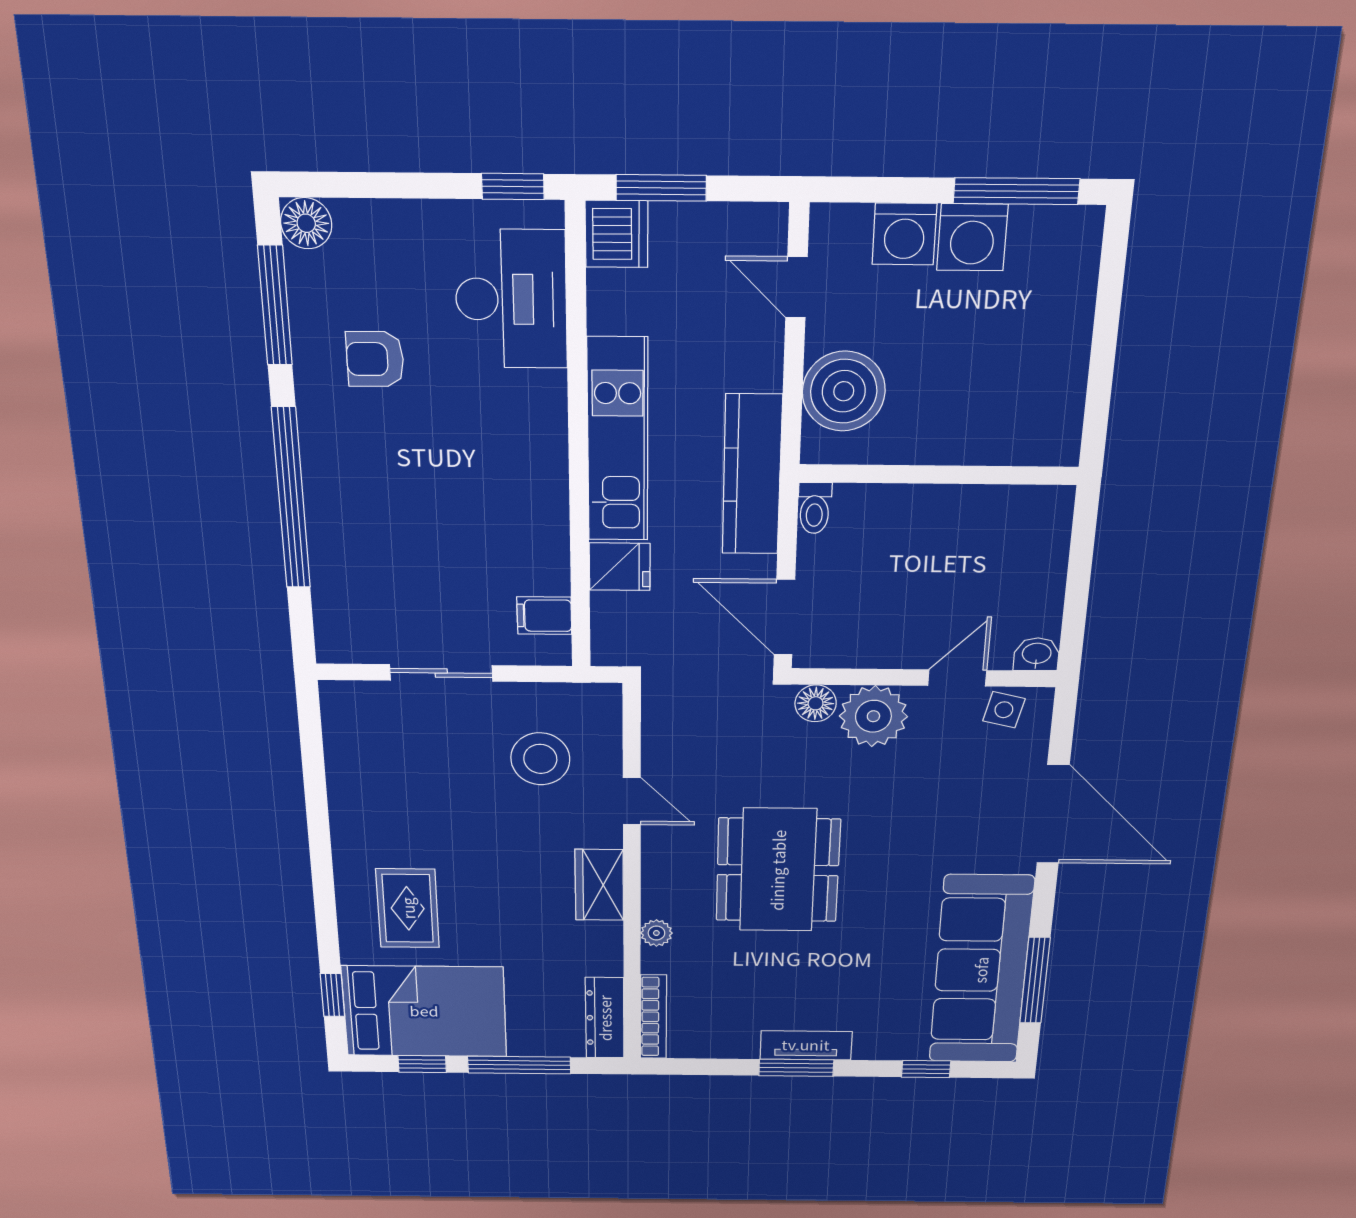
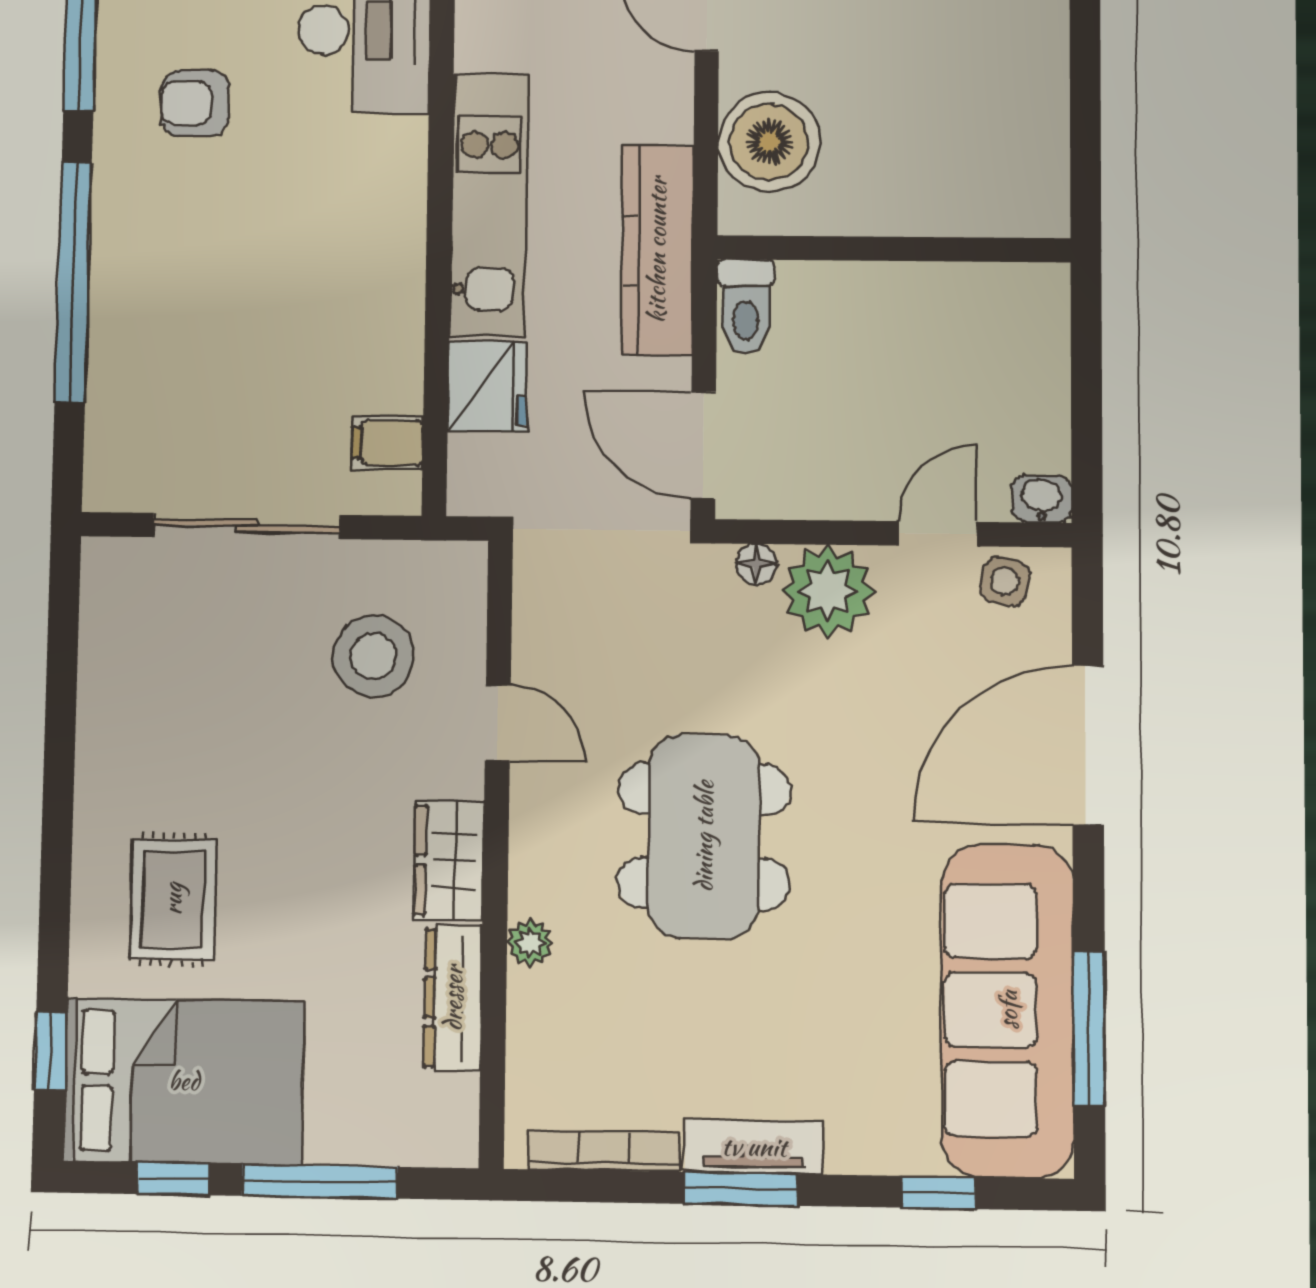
toilet: (815, 508) -> (746, 307), width x1.37, depth x1.39
fridge: (620, 567) -> (488, 386), width x1.38
sliding door: (441, 673) -> (247, 526), width x1.37
floor lamp: (816, 703) -> (756, 564), width x0.73, depth x0.73
door: (1053, 814) -> (1088, 745), swing flipped
bookcase: (653, 1017) -> (604, 1151), moved, turned -90
dresser: (605, 1018) -> (453, 998), moved

